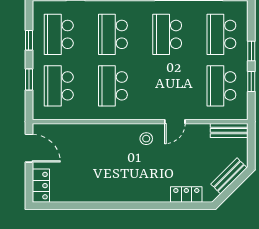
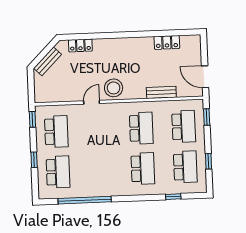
school desk: (167, 34) -> (100, 170), removed
window: (29, 80) -> (207, 117), moved
window: (251, 82) -> (32, 119), moved
bench: (229, 130) -> (161, 92), moved
stool: (146, 139) -> (114, 88), width x1.89, depth x1.89
locker: (41, 186) -> (167, 42), moved, turned -90

